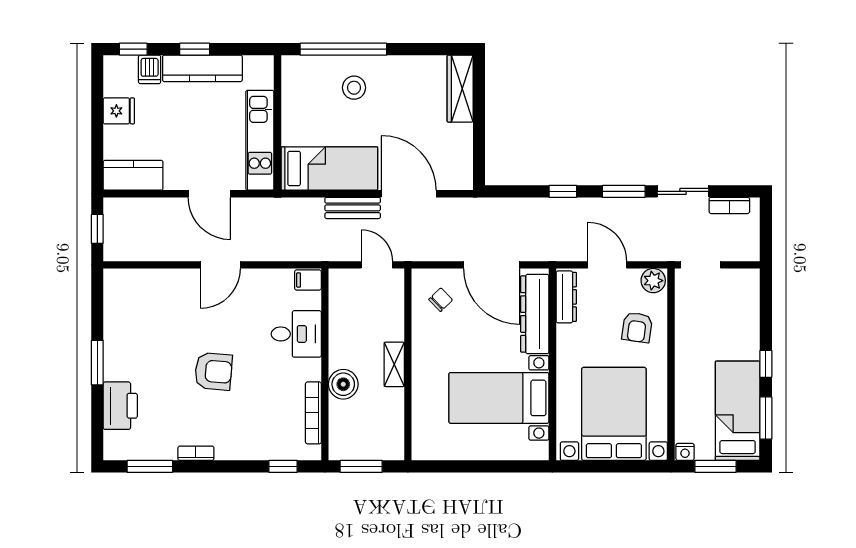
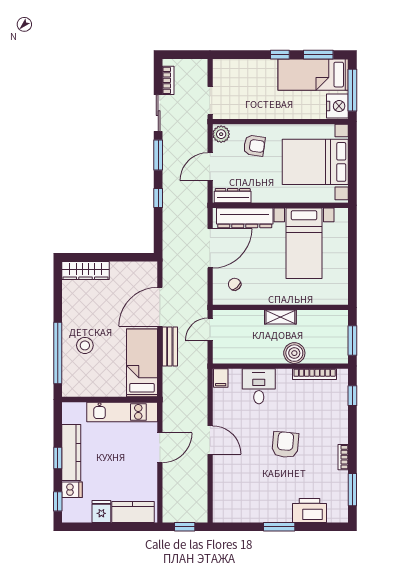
kitchen counter: (133, 175) -> (133, 512), moved, turned 90
nightstand: (685, 452) -> (337, 106), width x1.89, depth x1.79
window: (716, 466) -> (352, 90), width x1.44

